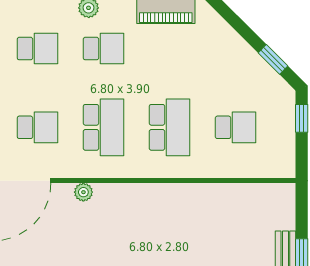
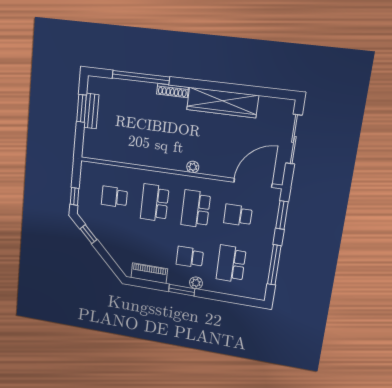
school desk: (37, 49) -> (231, 264), width x1.85
plant: (83, 192) -> (193, 167), moved

